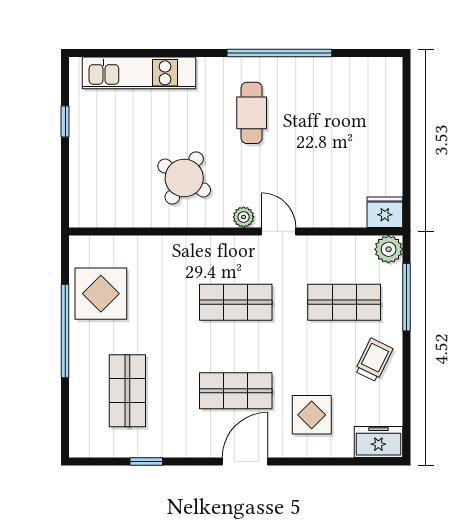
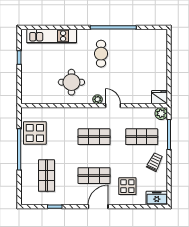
round table: (184, 178) -> (71, 82), turned -32

